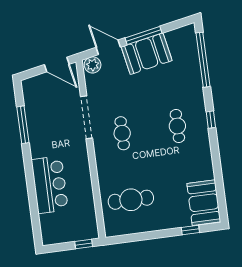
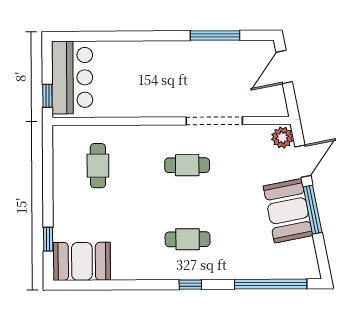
door: (57, 64) -> (284, 67), moved
bar counter: (50, 185) -> (72, 77), moved, turned -90
cafe table: (131, 200) -> (98, 166), width x0.73, depth x0.74

